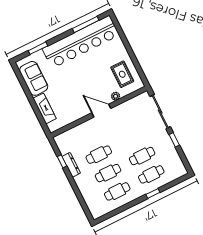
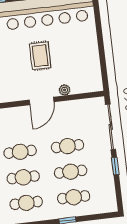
rug: (122, 74) -> (40, 56), moved
door: (101, 111) -> (42, 101), swing flipped
cafe table: (133, 138) -> (67, 146), added

